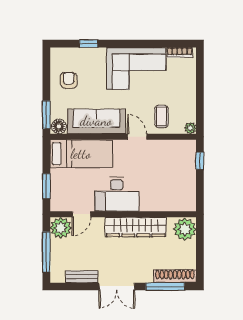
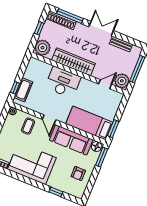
cot: (188, 163) -> (23, 90), added
window: (46, 186) -> (113, 129), moved
desk: (117, 194) -> (63, 82), moved
window: (200, 253) -> (39, 28), added

